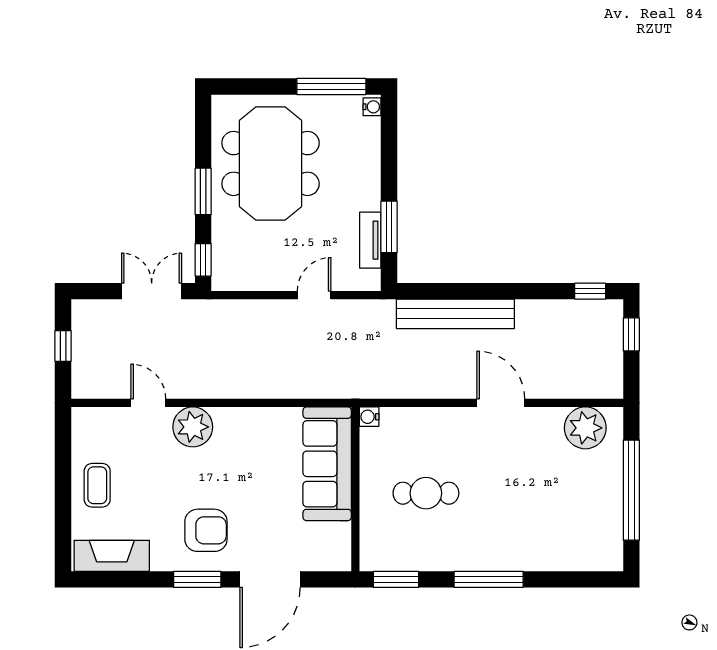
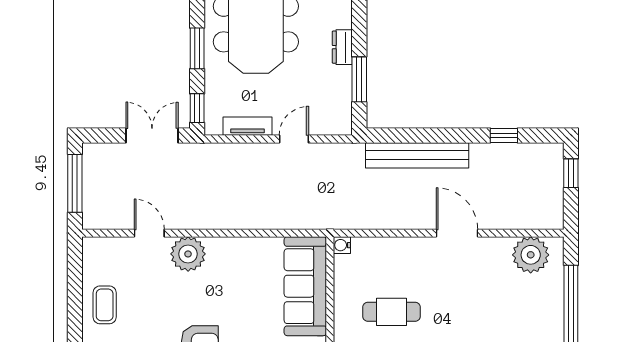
dresser: (370, 190) -> (342, 47), added
tv unit: (370, 240) -> (247, 126), moved, turned 90
window: (590, 291) -> (504, 135), moved
window: (63, 346) -> (75, 183), width x2.17

